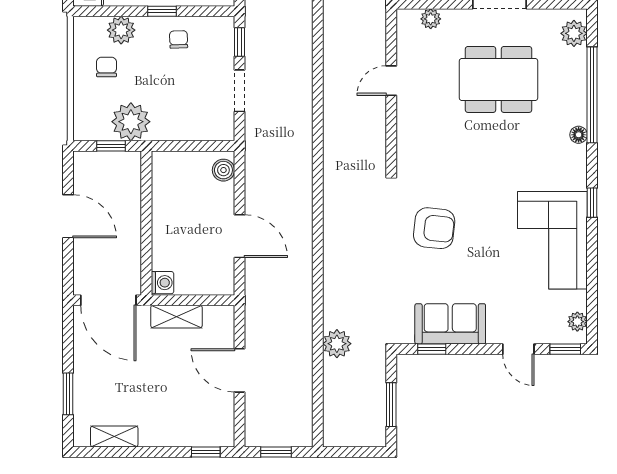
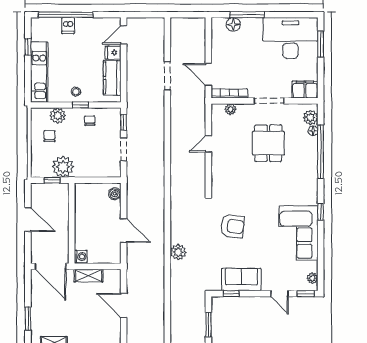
dining table: (499, 79) -> (268, 143), width x0.73
floor lamp: (579, 135) -> (313, 131), moved
plant: (337, 344) -> (178, 252), moved

